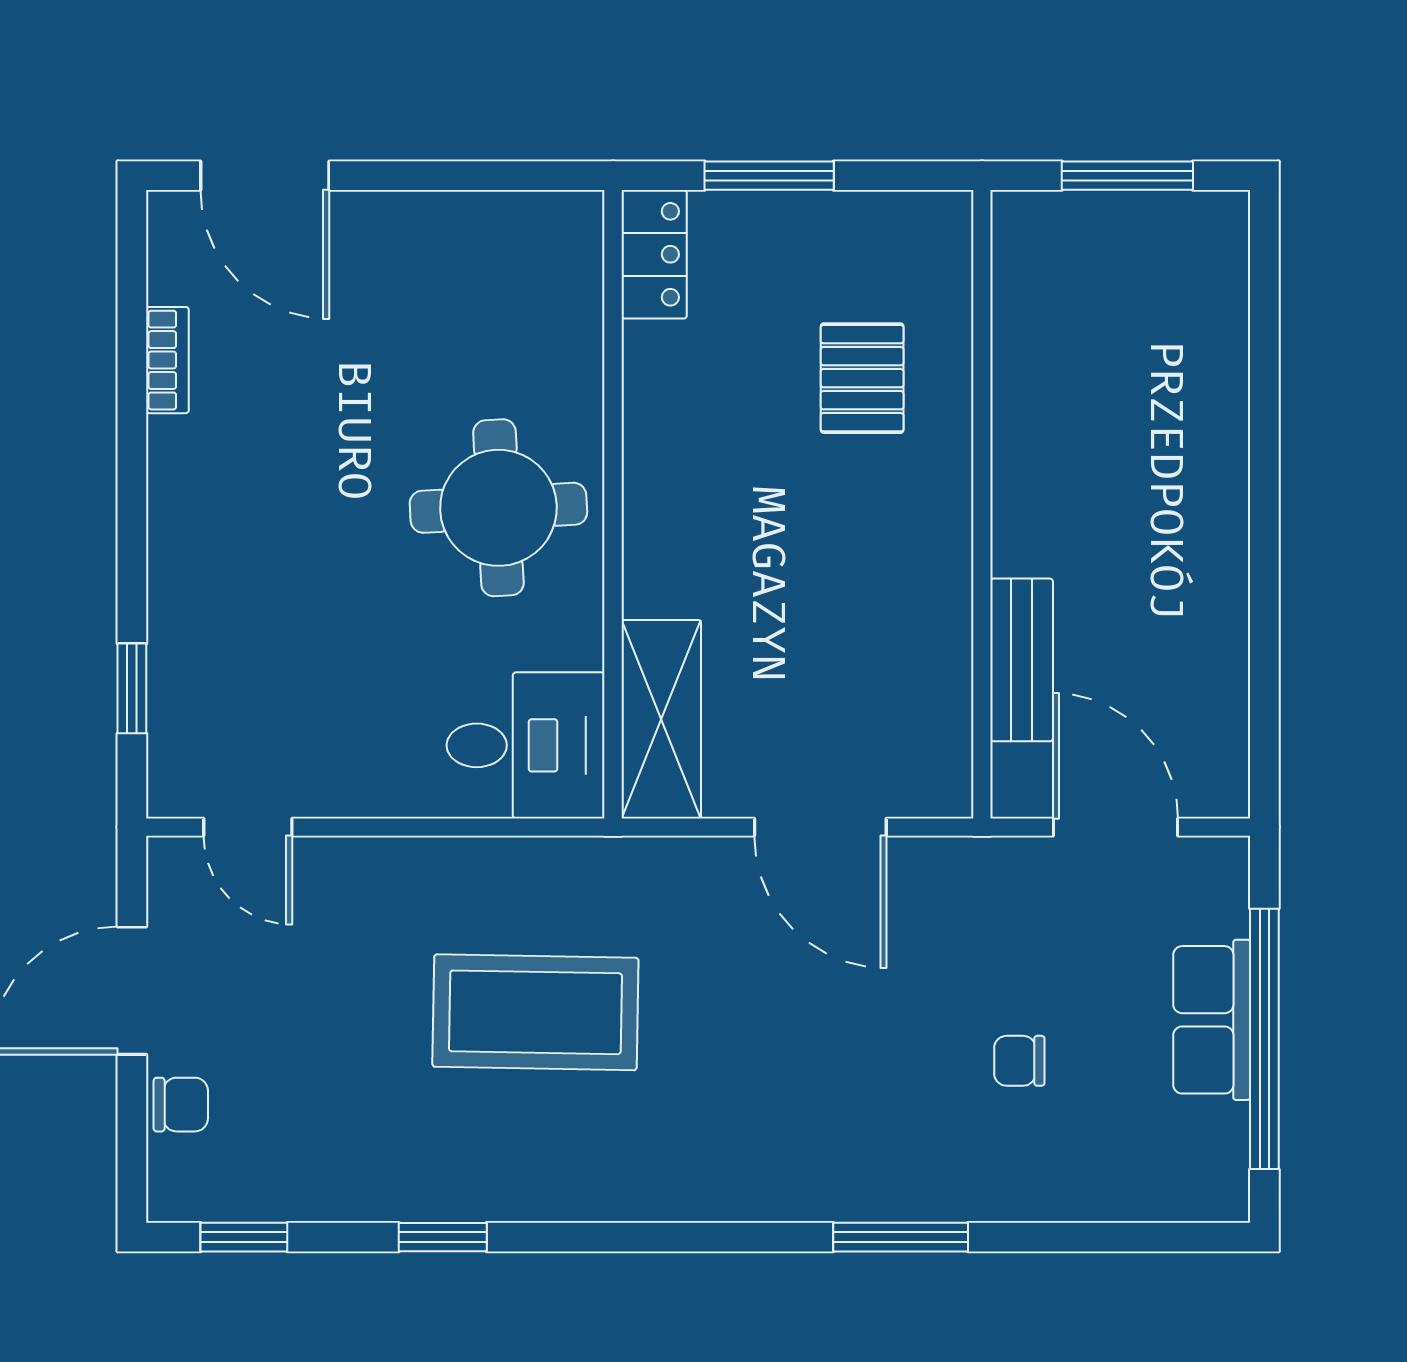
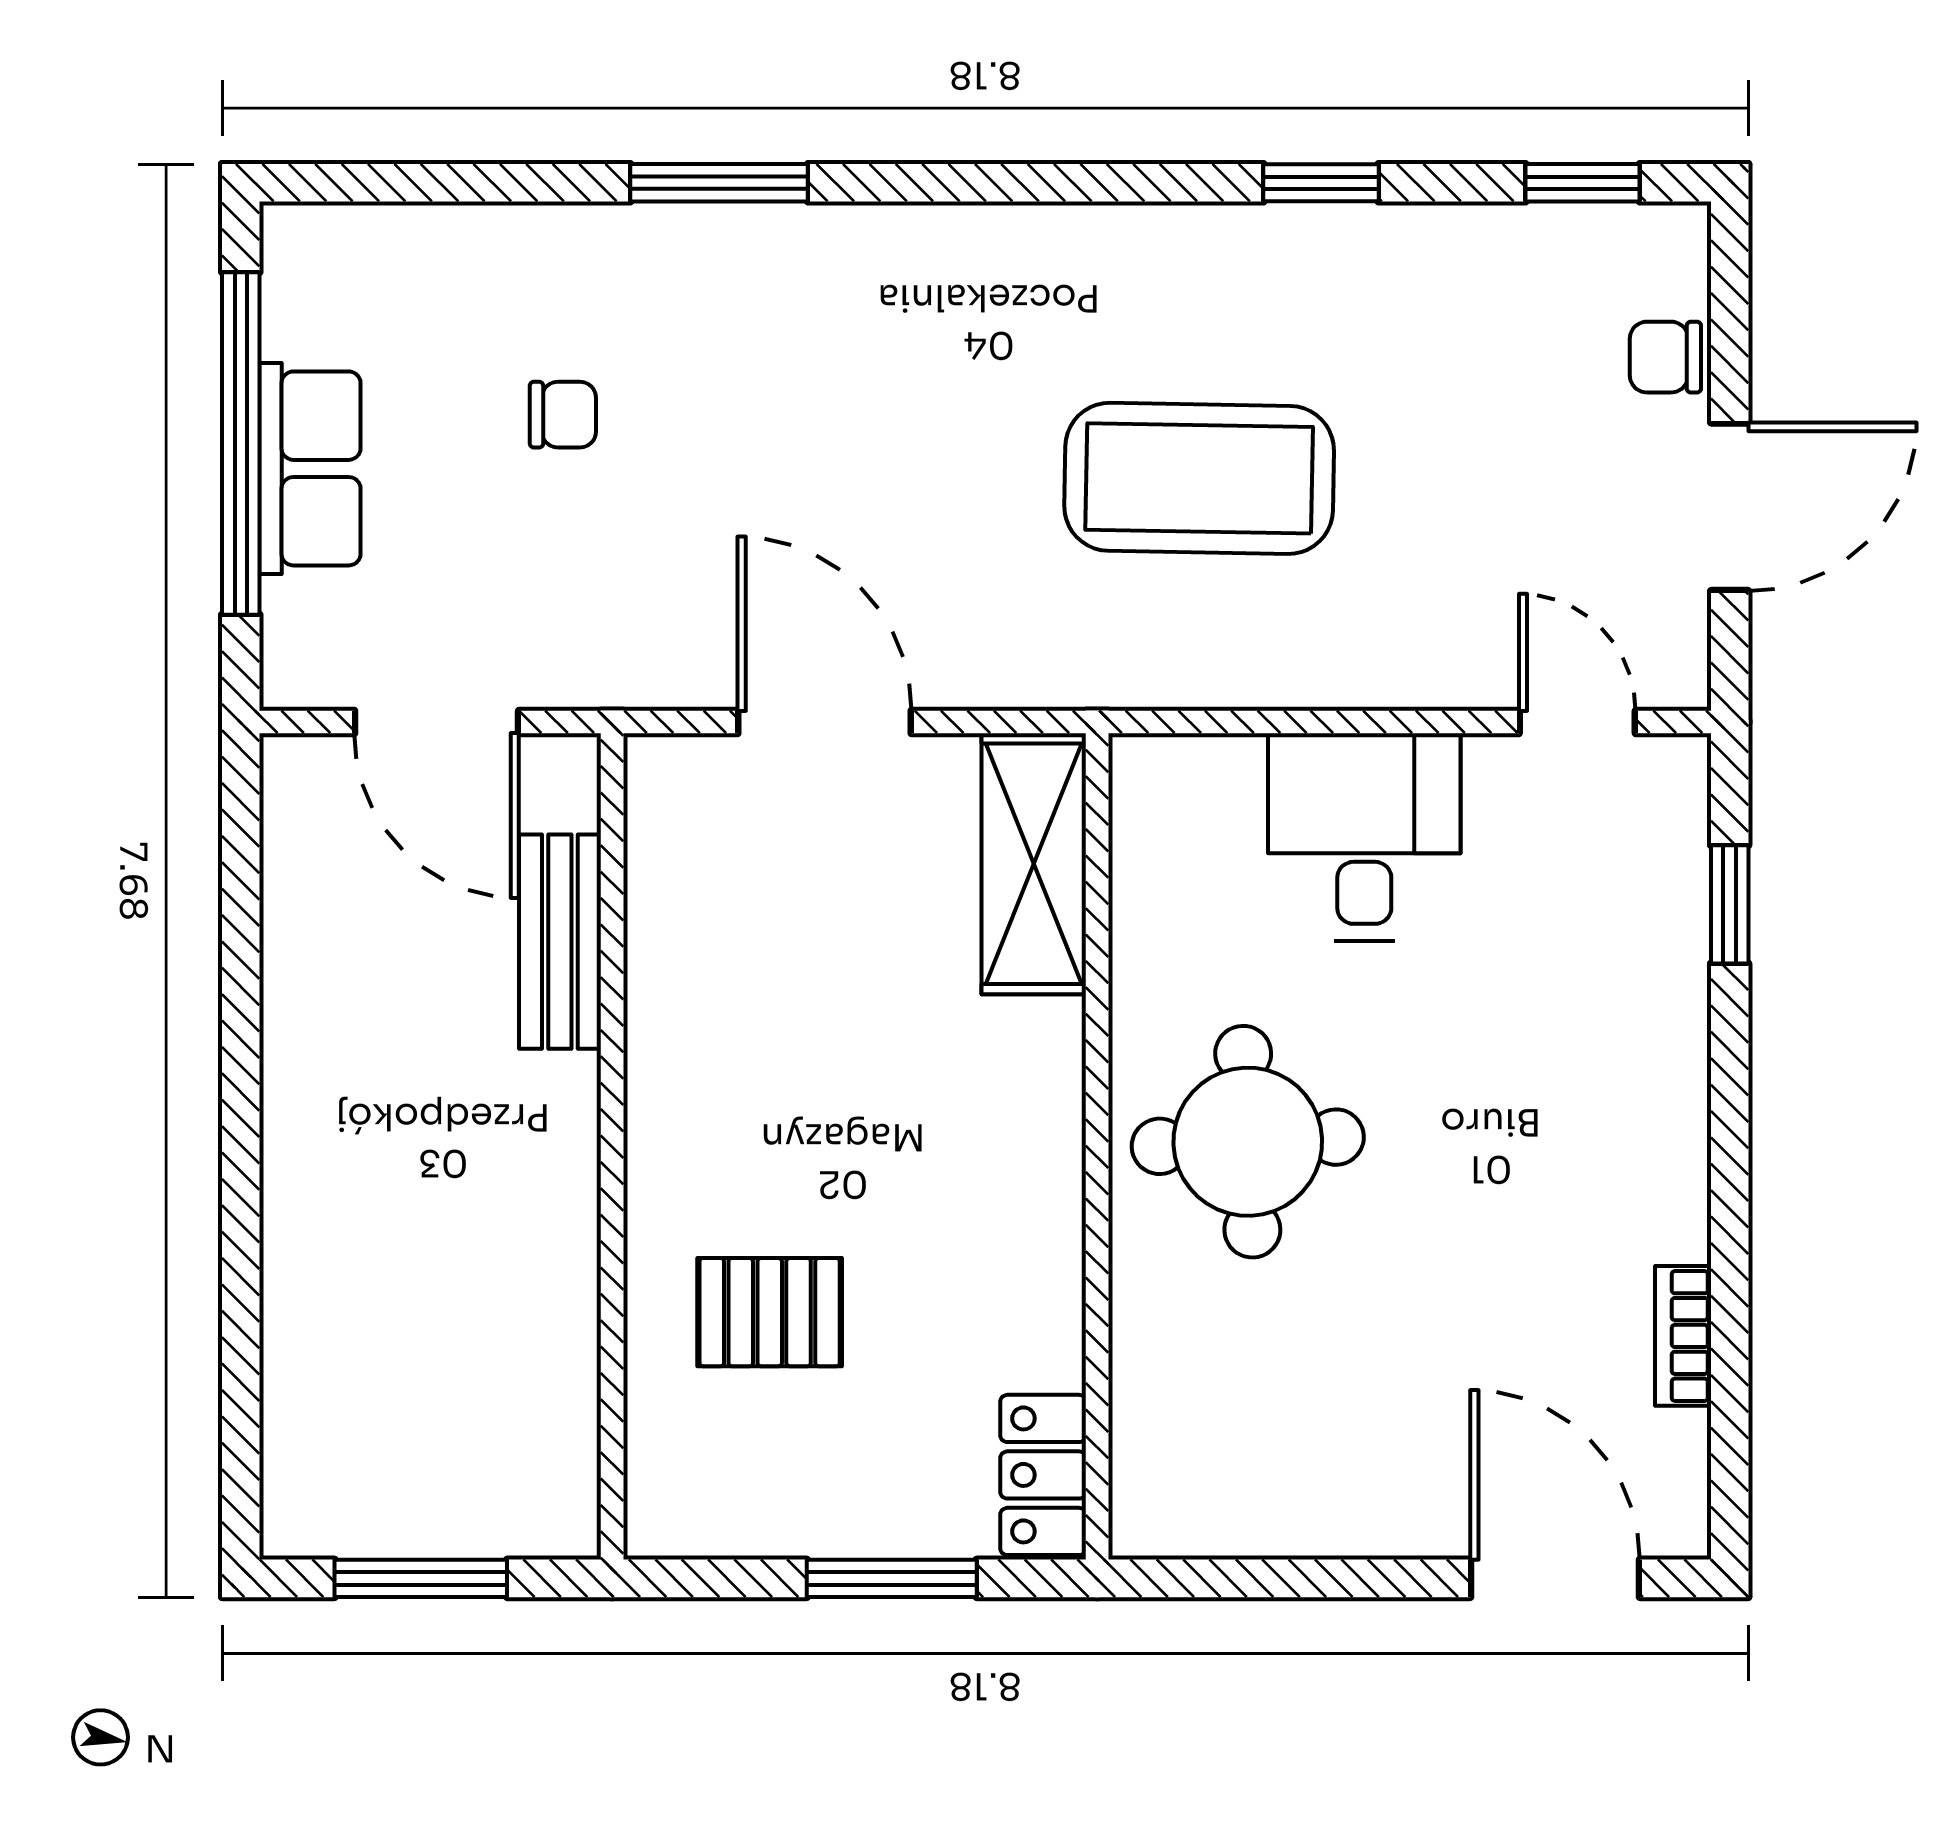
pallet: (862, 378) -> (770, 1312), turned 90
desk: (526, 745) -> (1364, 837), moved, turned 90

